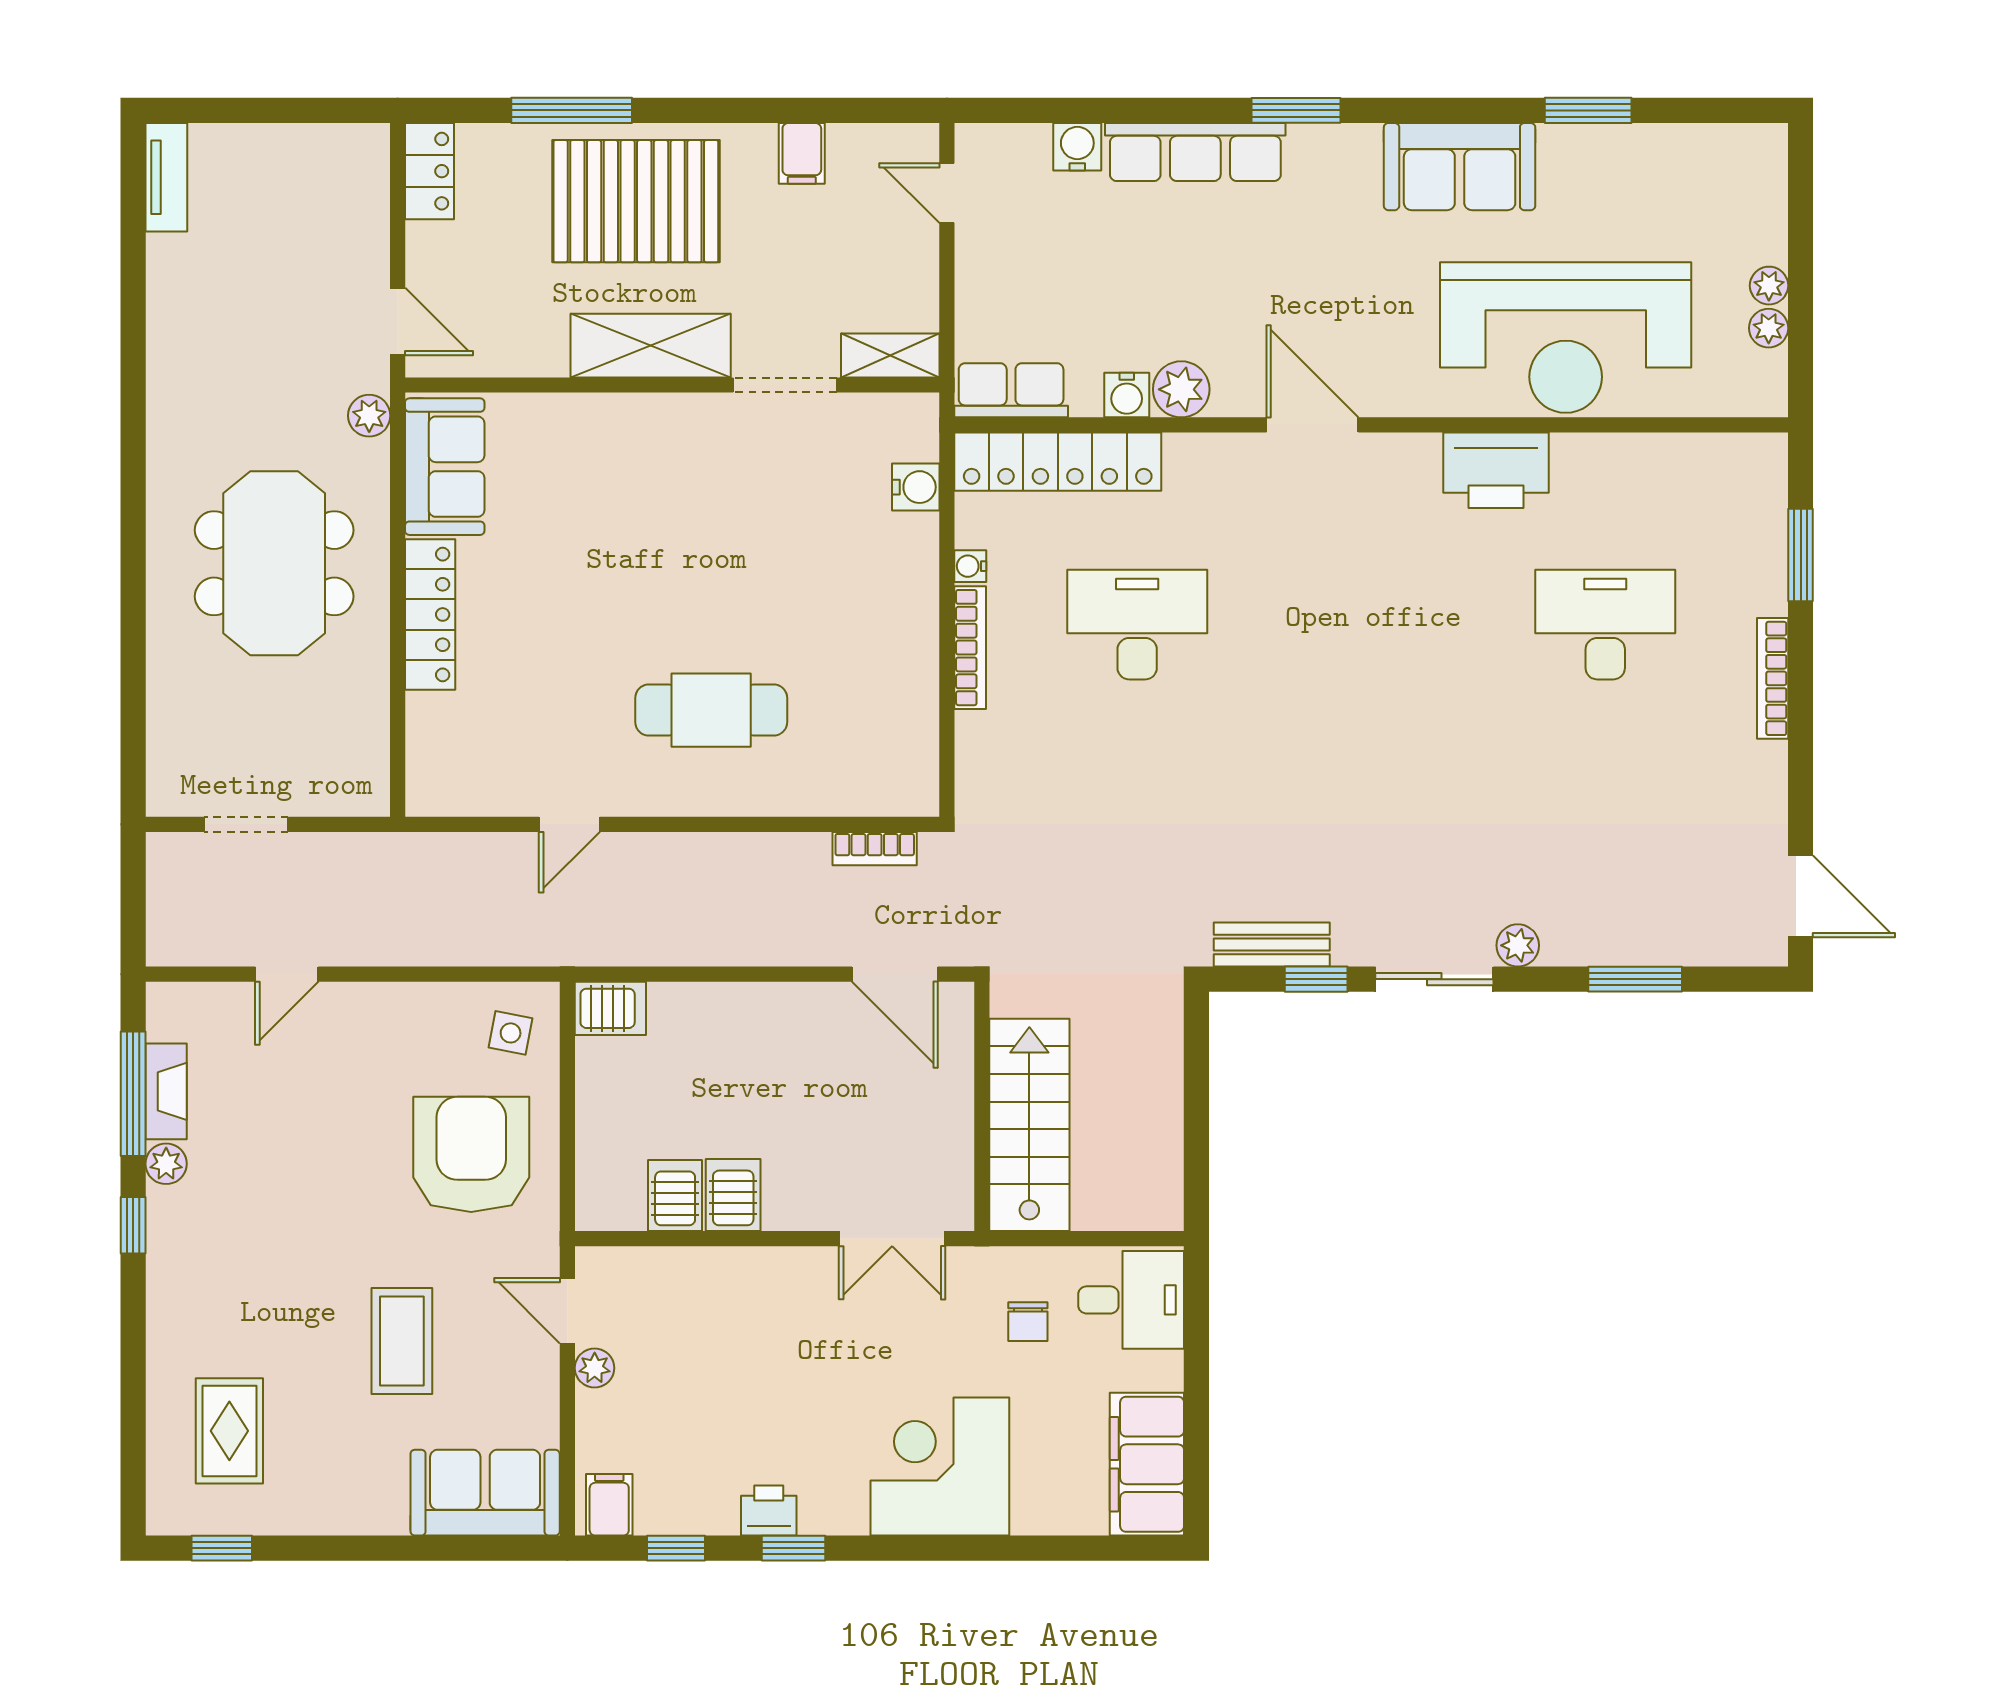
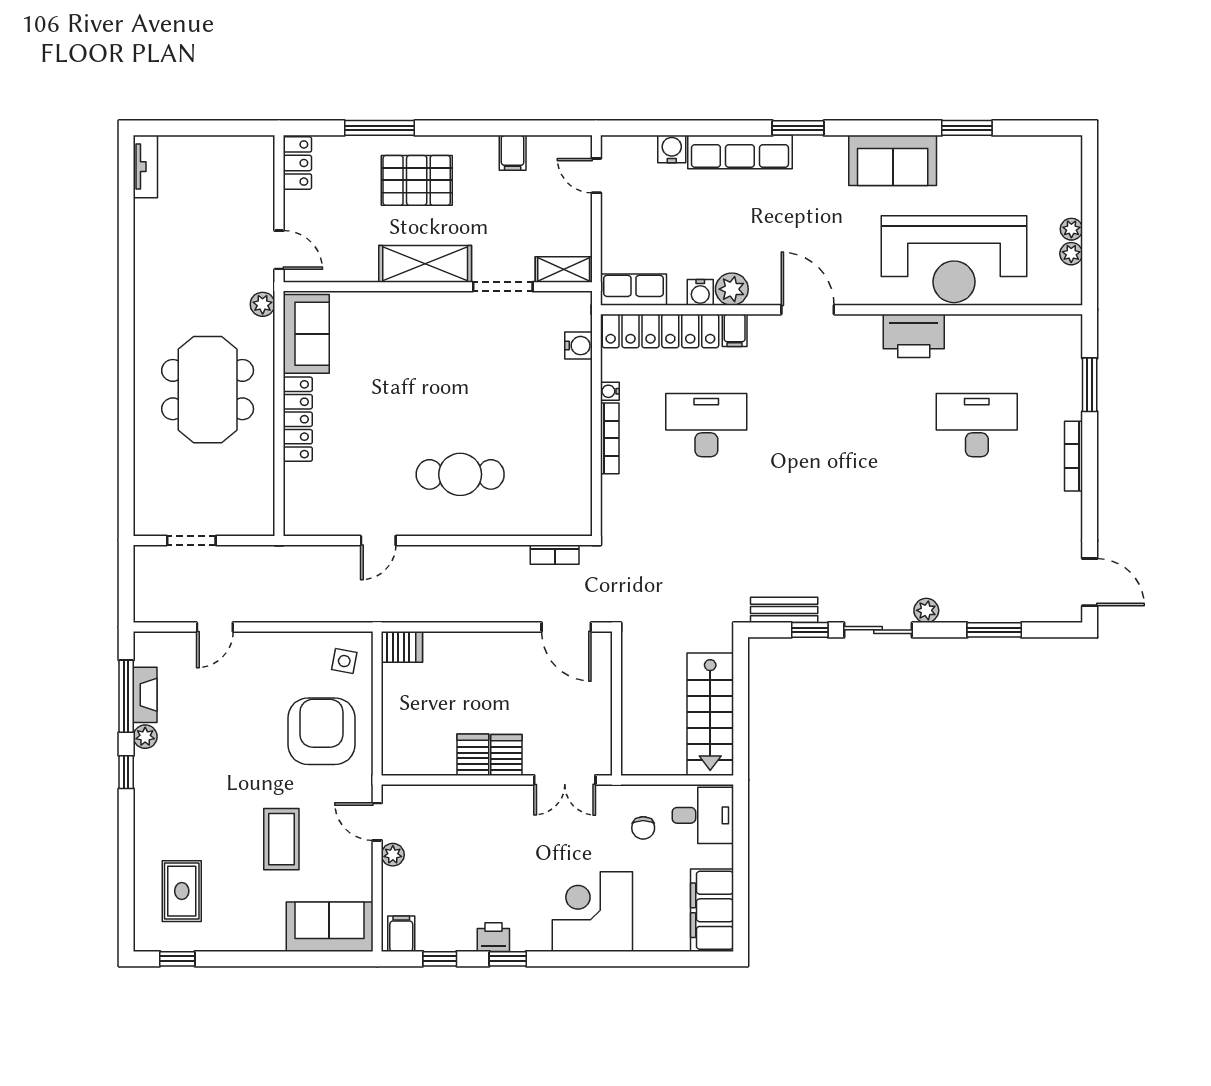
pallet: (636, 201) -> (417, 180), width x0.73, depth x0.71
filing cabinet: (1186, 461) -> (735, 330), added
stairs: (1029, 1125) -> (710, 714), moved, turned 180
server rack: (675, 1196) -> (506, 755), moved

